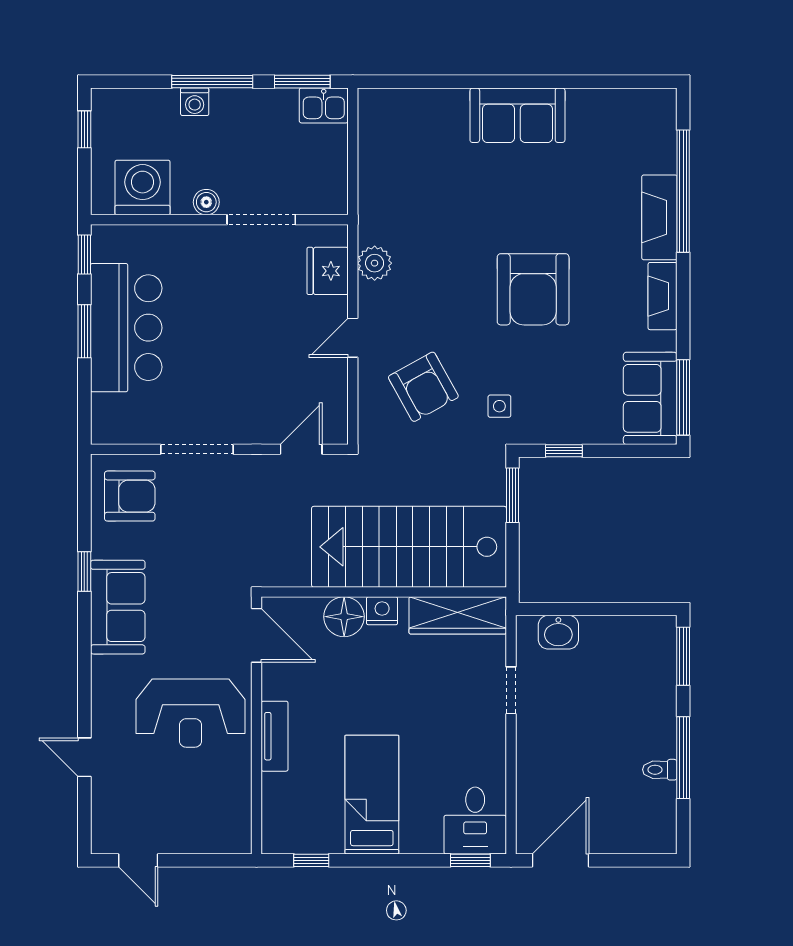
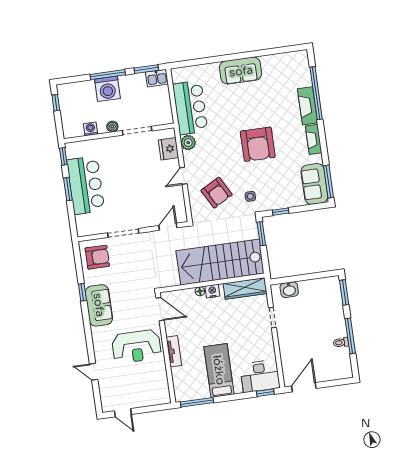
washing machine: (195, 102) -> (107, 89), width x1.89, depth x1.89
bar counter: (390, 184) -> (190, 108), added
washing machine: (143, 188) -> (91, 129), width x0.53, depth x0.53
floor lamp: (344, 617) -> (200, 291), width x0.53, depth x0.53
desk: (475, 821) -> (260, 376), width x1.37
window: (311, 860) -> (197, 402), width x2.17

